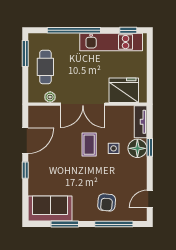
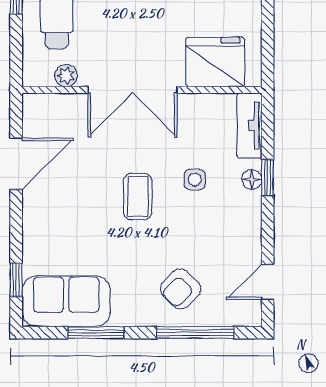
coffee table: (89, 145) -> (138, 197), moved
floor lamp: (137, 148) -> (252, 180), width x0.53, depth x0.53
window: (25, 170) -> (16, 280), moved
armchair: (107, 202) -> (181, 289), turned 40

